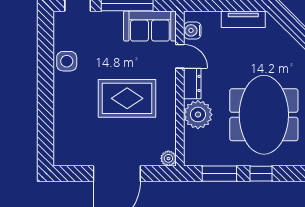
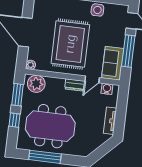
rug: (127, 98) -> (70, 44), width x1.37, depth x1.44
plant: (198, 115) -> (36, 84), moved

